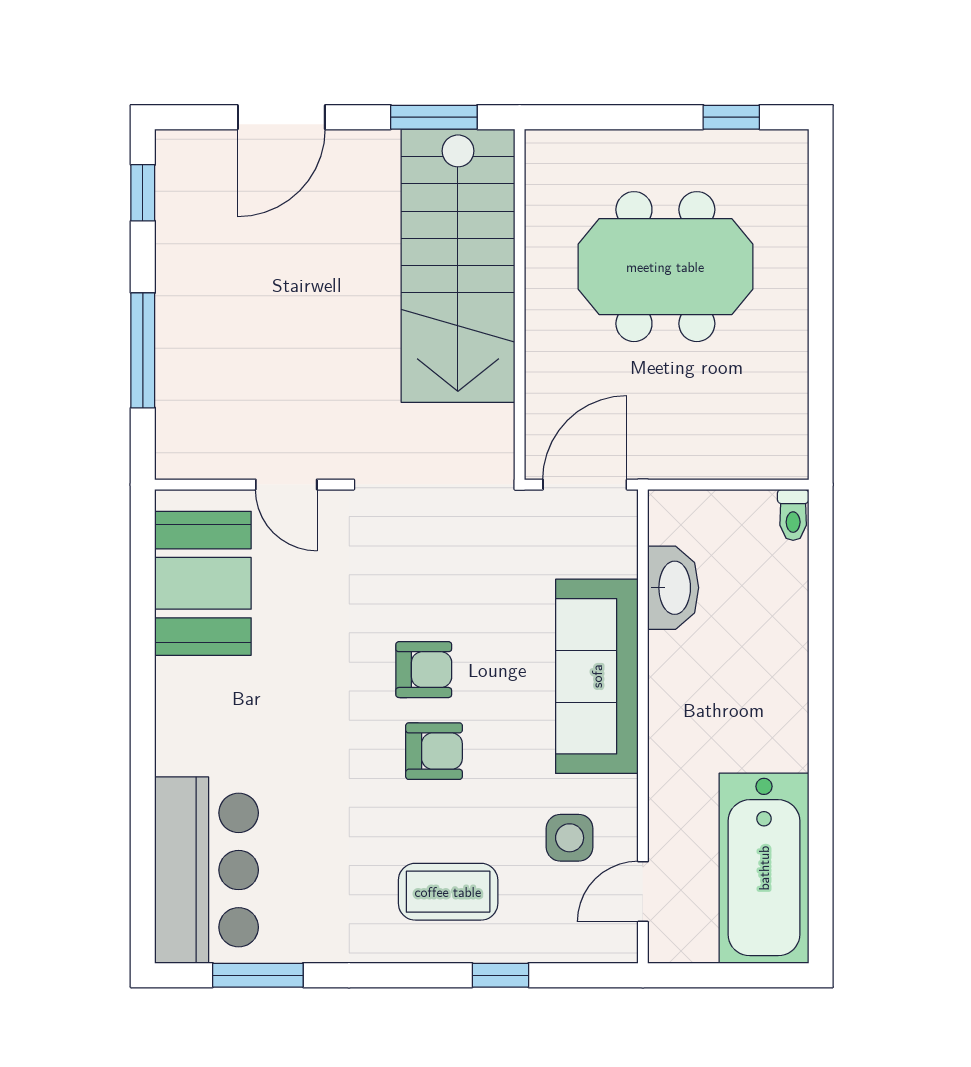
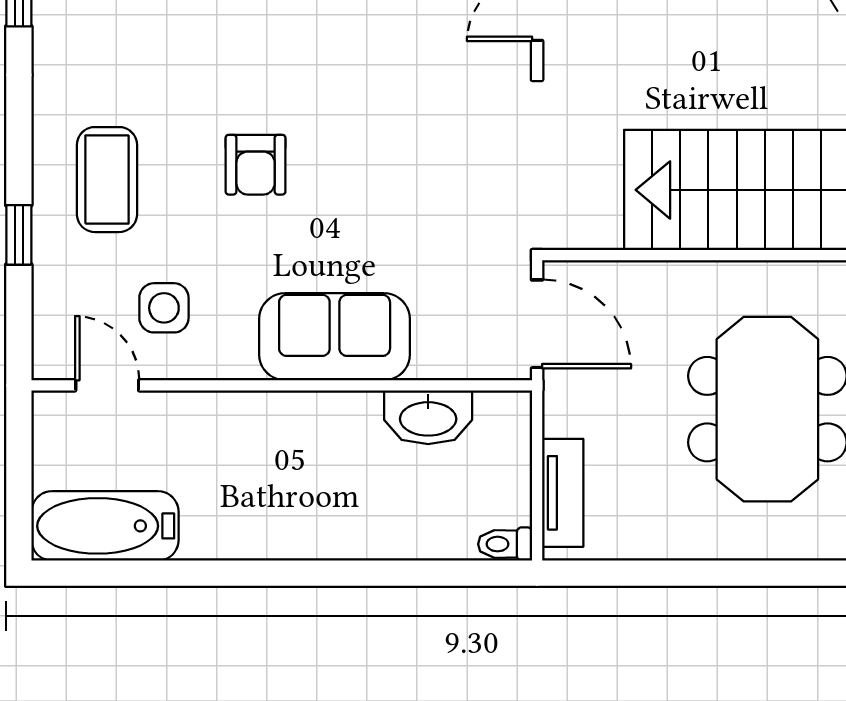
tv unit: (745, 460) -> (563, 493), added
armchair: (424, 670) -> (342, 154), removed
sofa: (597, 676) -> (335, 337), width x0.73
bathtub: (764, 868) -> (105, 526), width x0.73, depth x0.73

